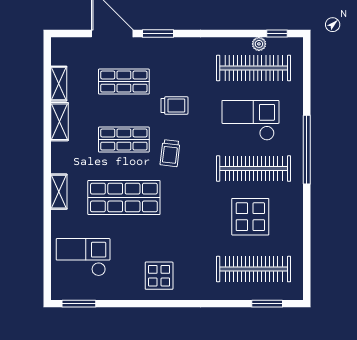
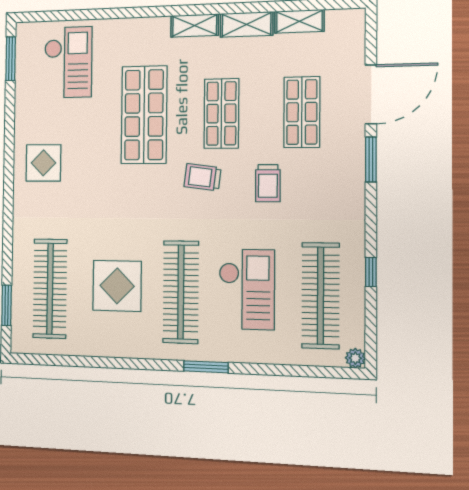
window: (277, 33) -> (371, 272), moved
plant: (259, 44) -> (355, 358), moved
window: (307, 150) -> (206, 367), width x0.47
shelving: (59, 192) -> (195, 26), moved

